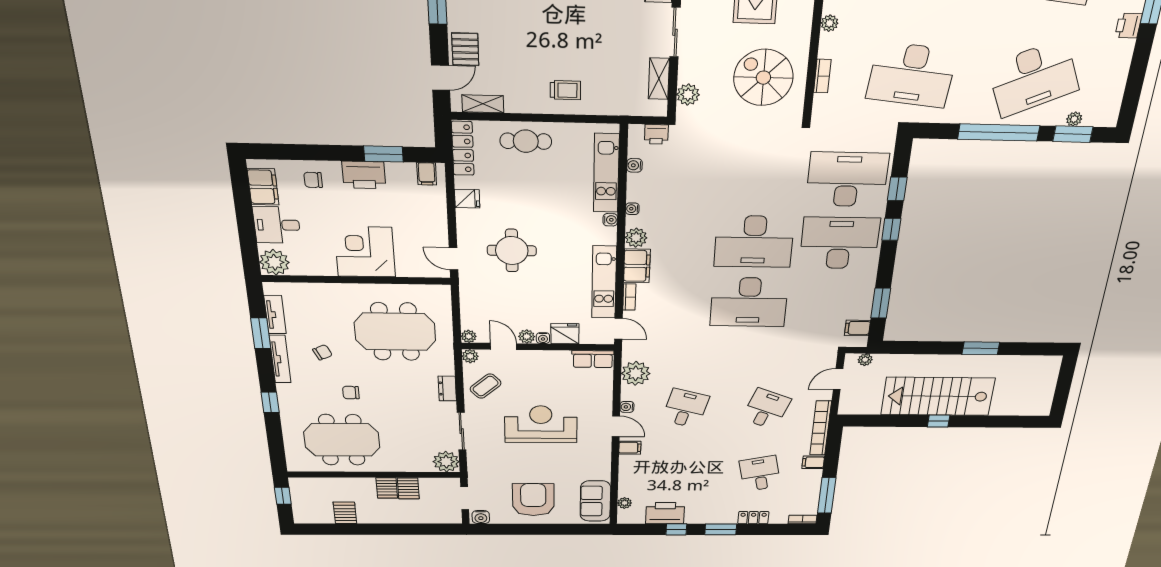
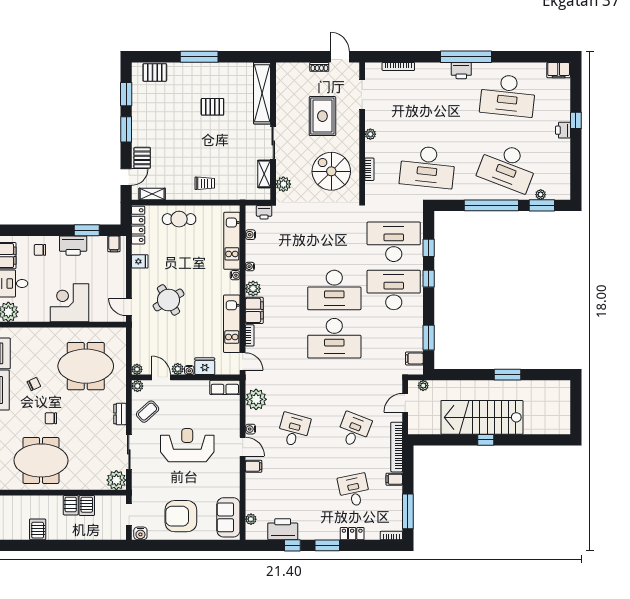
desk: (1033, 78) -> (508, 167), turned 45
round table: (512, 251) -> (169, 300), turned -31
armchair: (533, 500) -> (181, 516), turned -90

